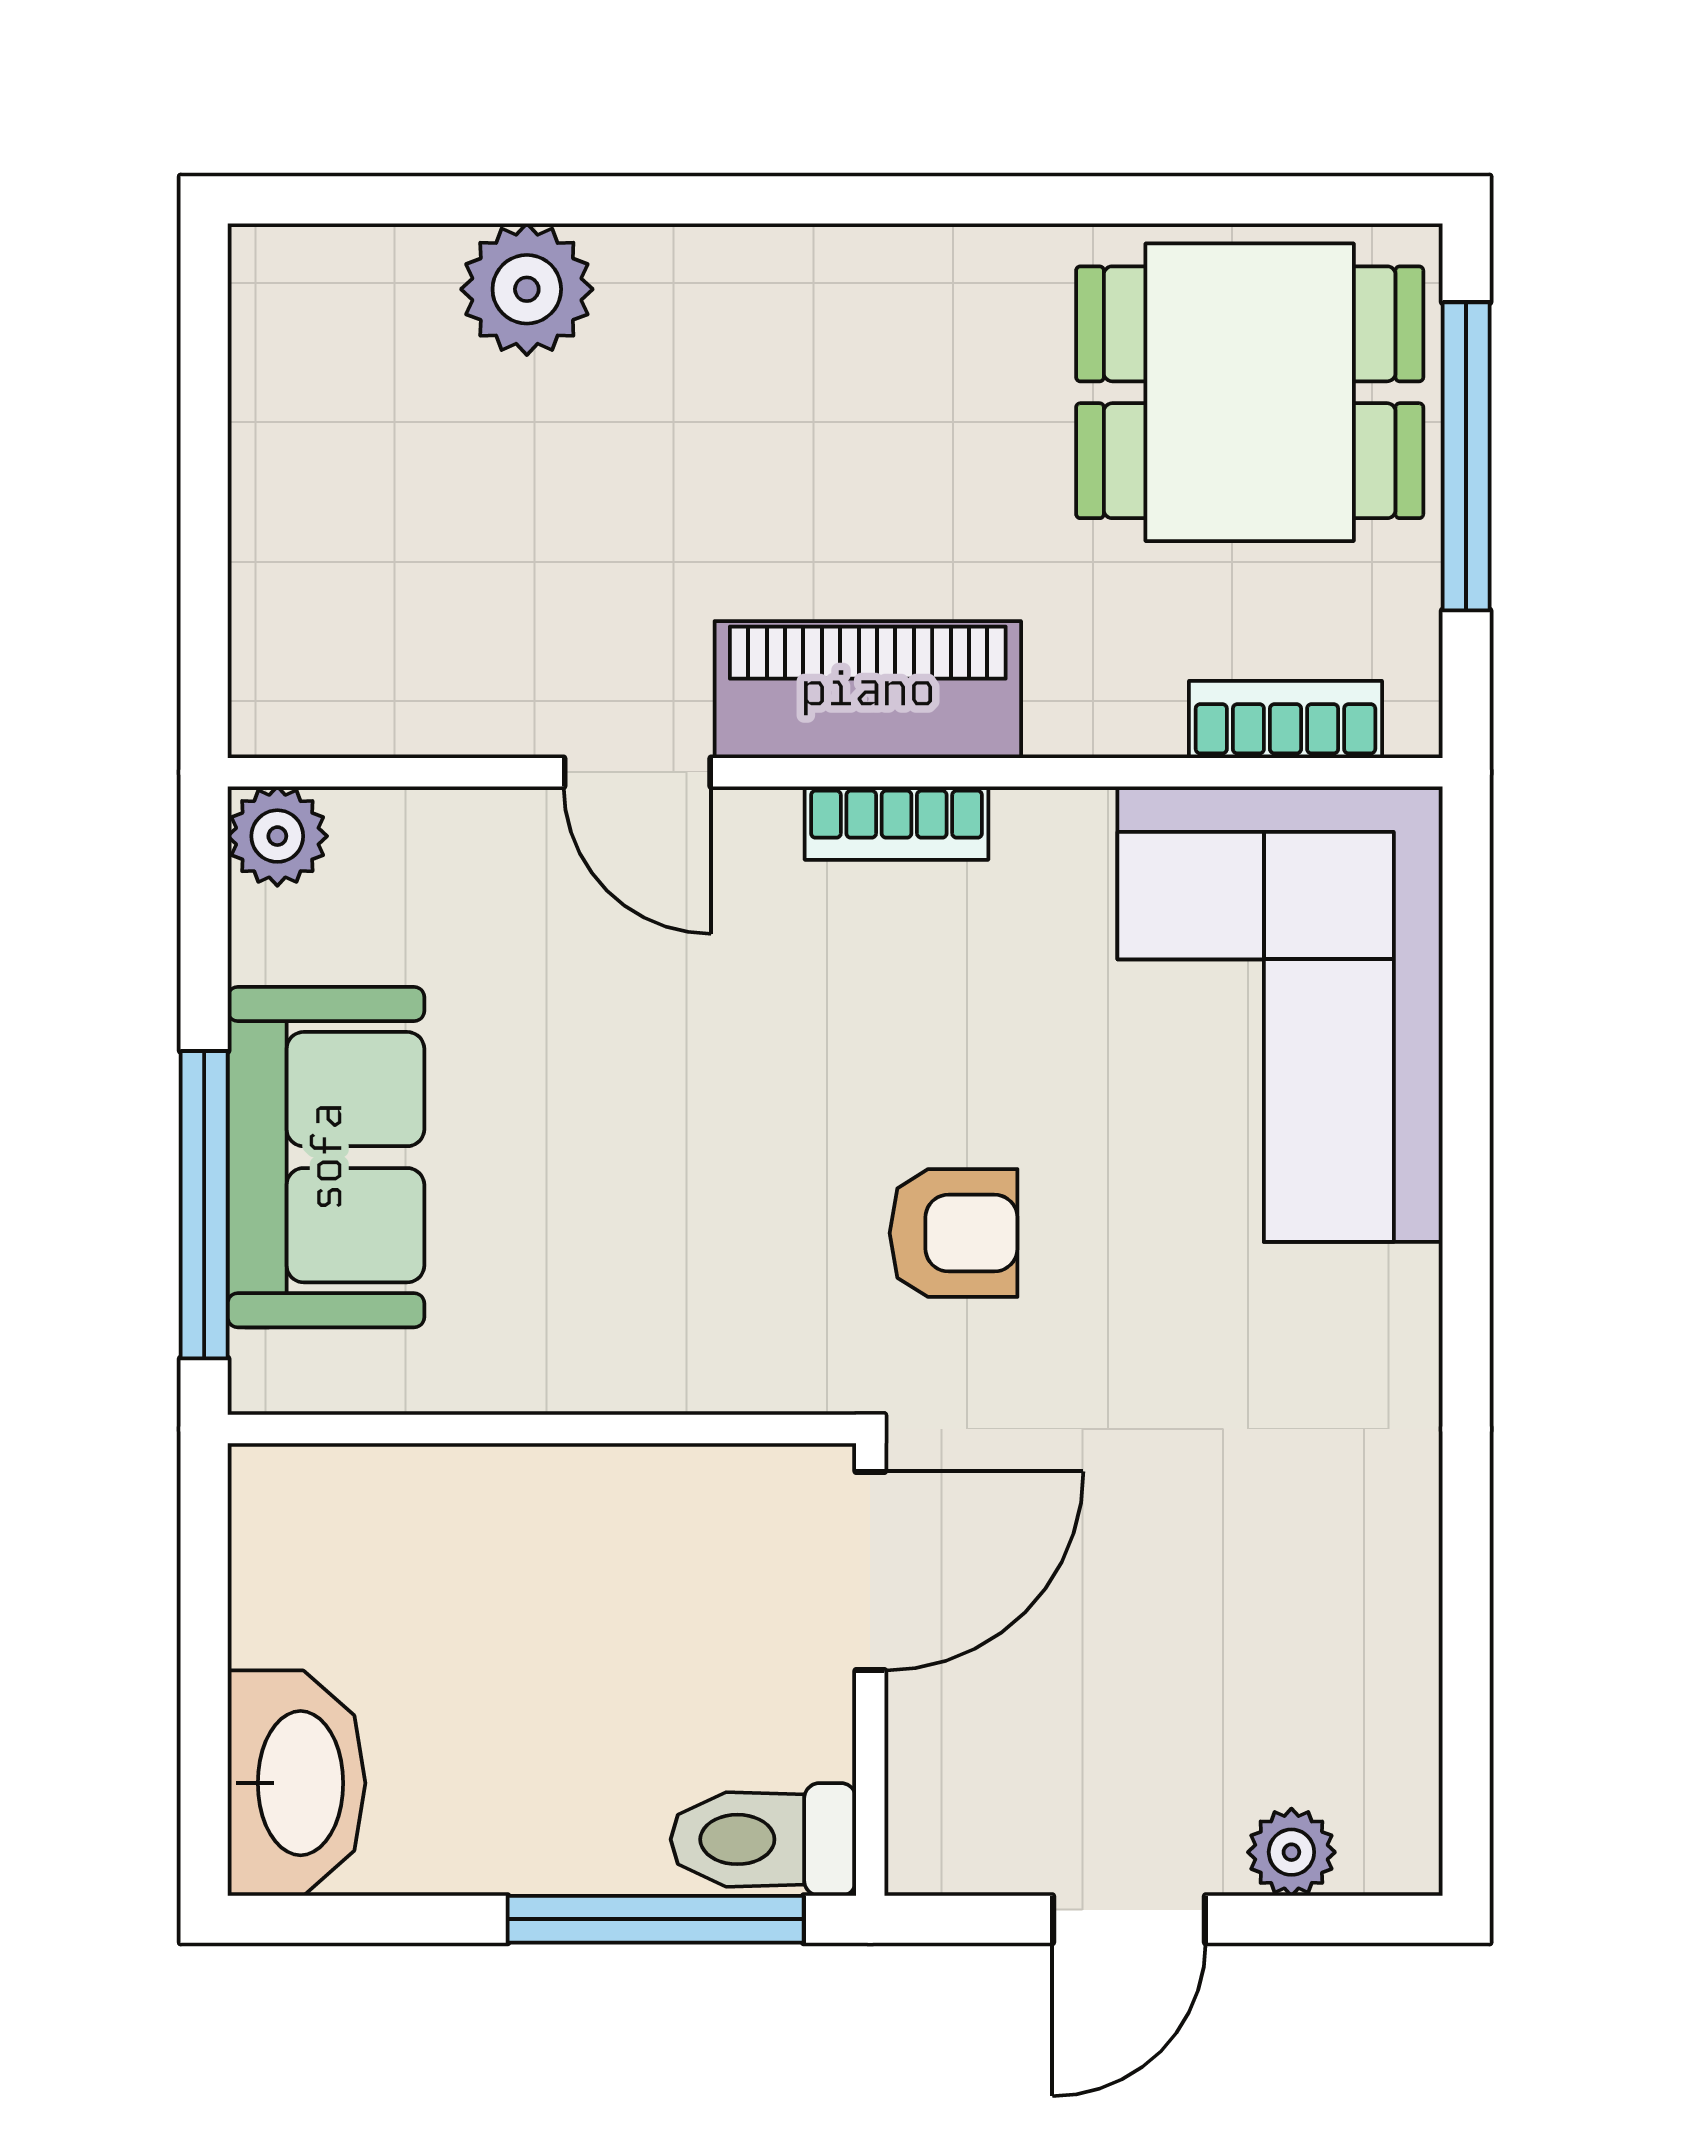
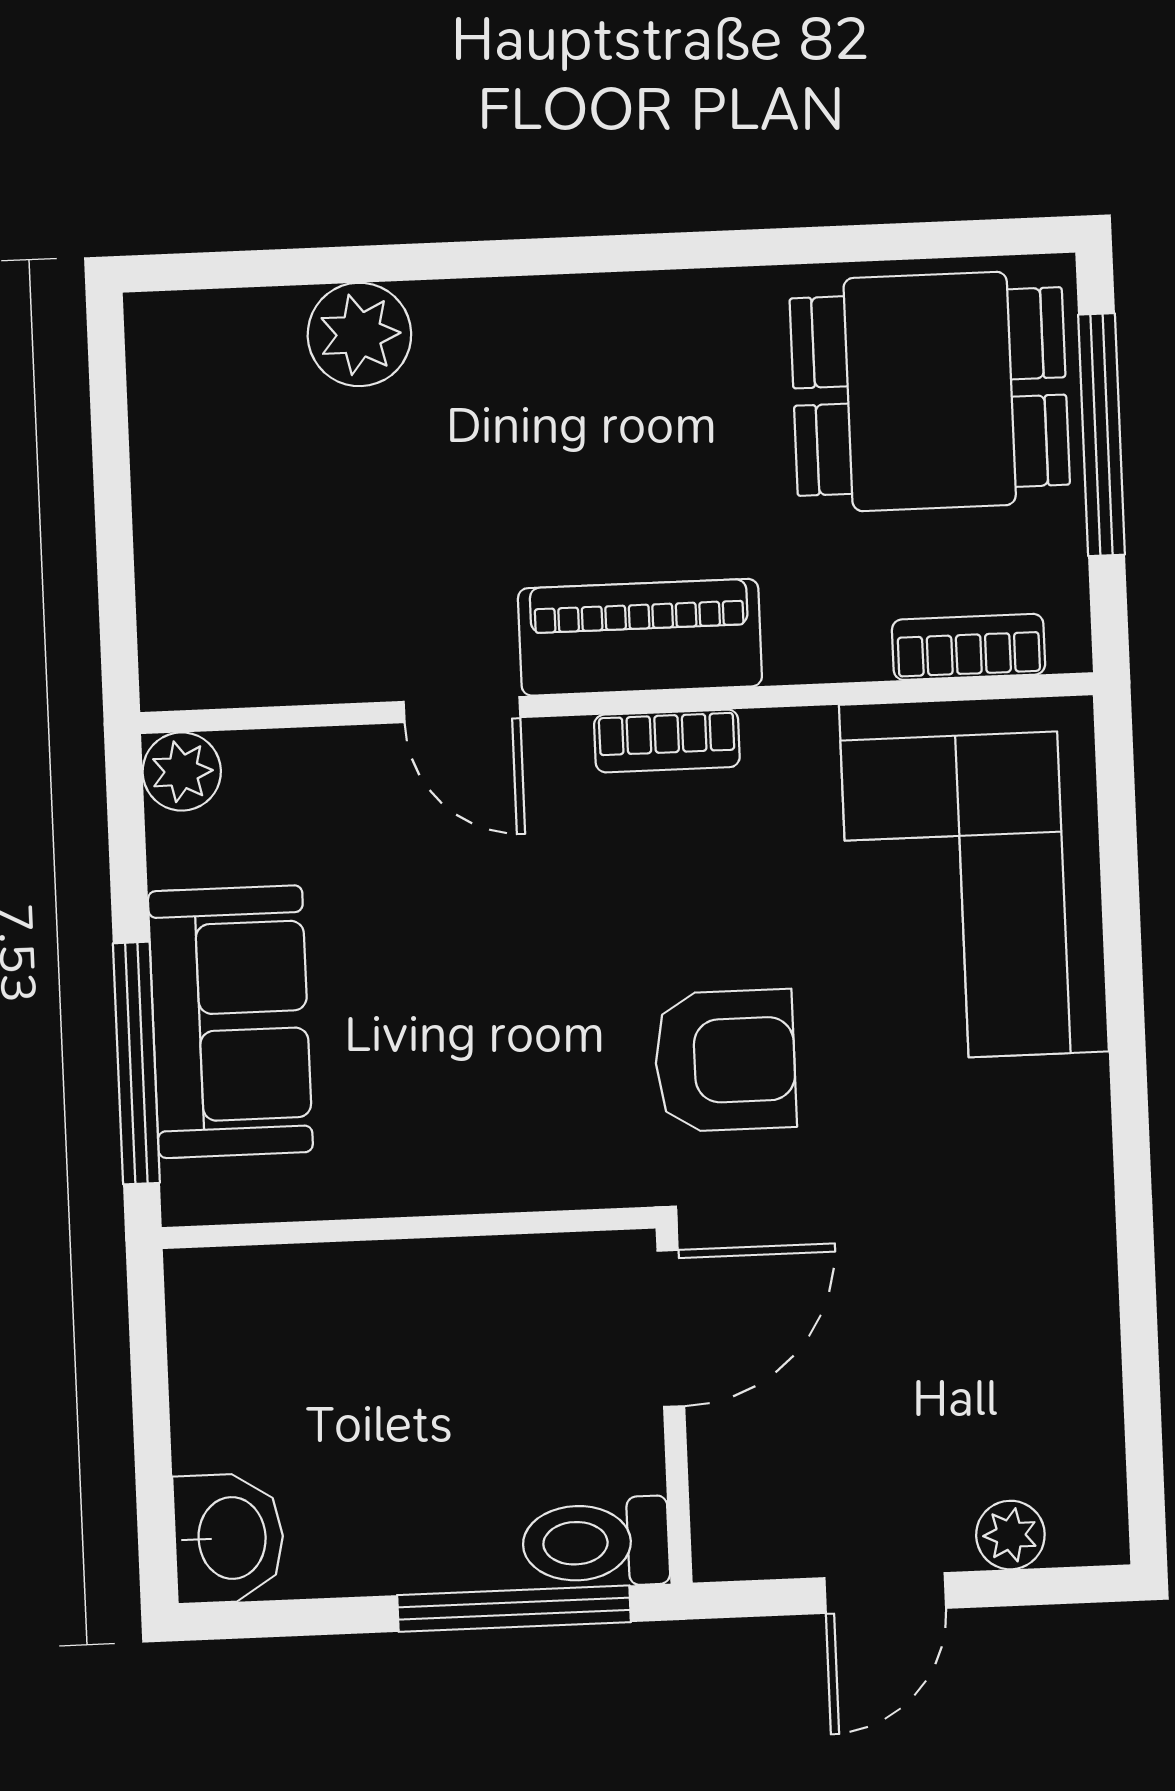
armchair: (954, 1233) -> (725, 1061), width x1.38, depth x1.38
washbasin: (296, 1783) -> (229, 1538), width x0.72

